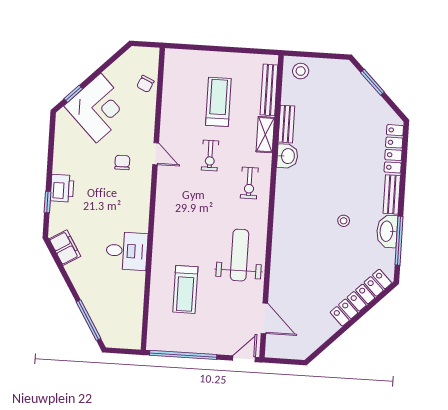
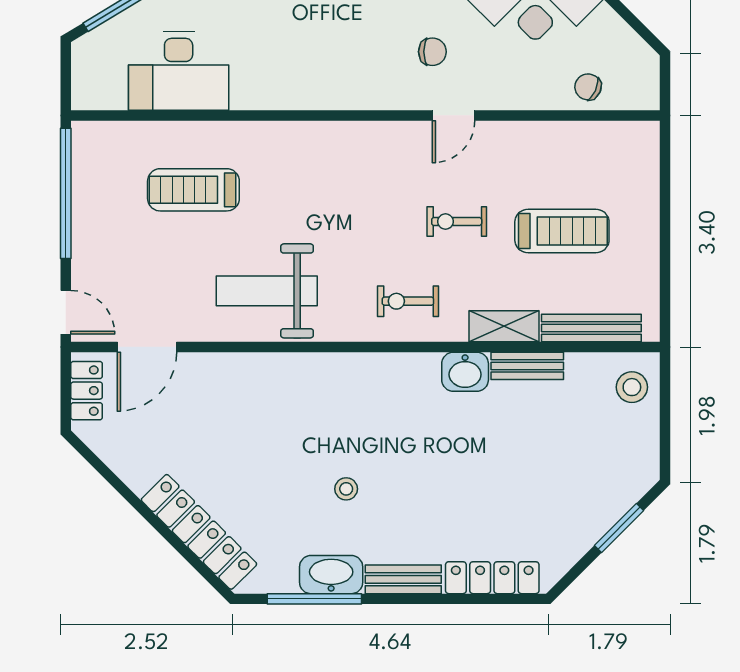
desk: (127, 251) -> (179, 71), moved, width x1.37
weight bench: (240, 255) -> (267, 291), turned 180
locker: (285, 351) -> (87, 391), added

